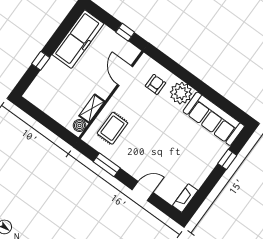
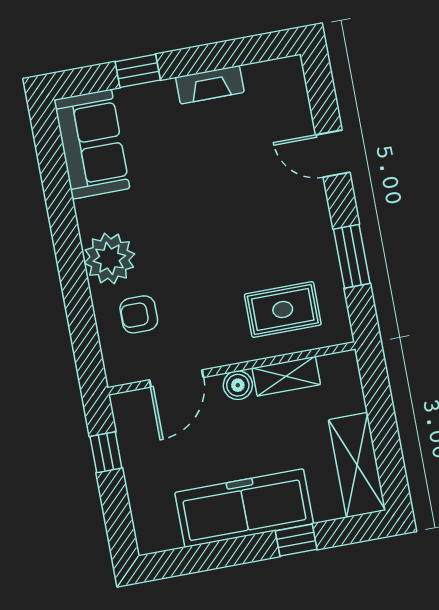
freezer: (78, 39) -> (244, 508), moved
shelving: (44, 102) -> (357, 465), added
sofa: (214, 119) -> (92, 144), width x0.73
boiler: (79, 126) -> (238, 385), moved
fireplace: (185, 198) -> (210, 85), moved

